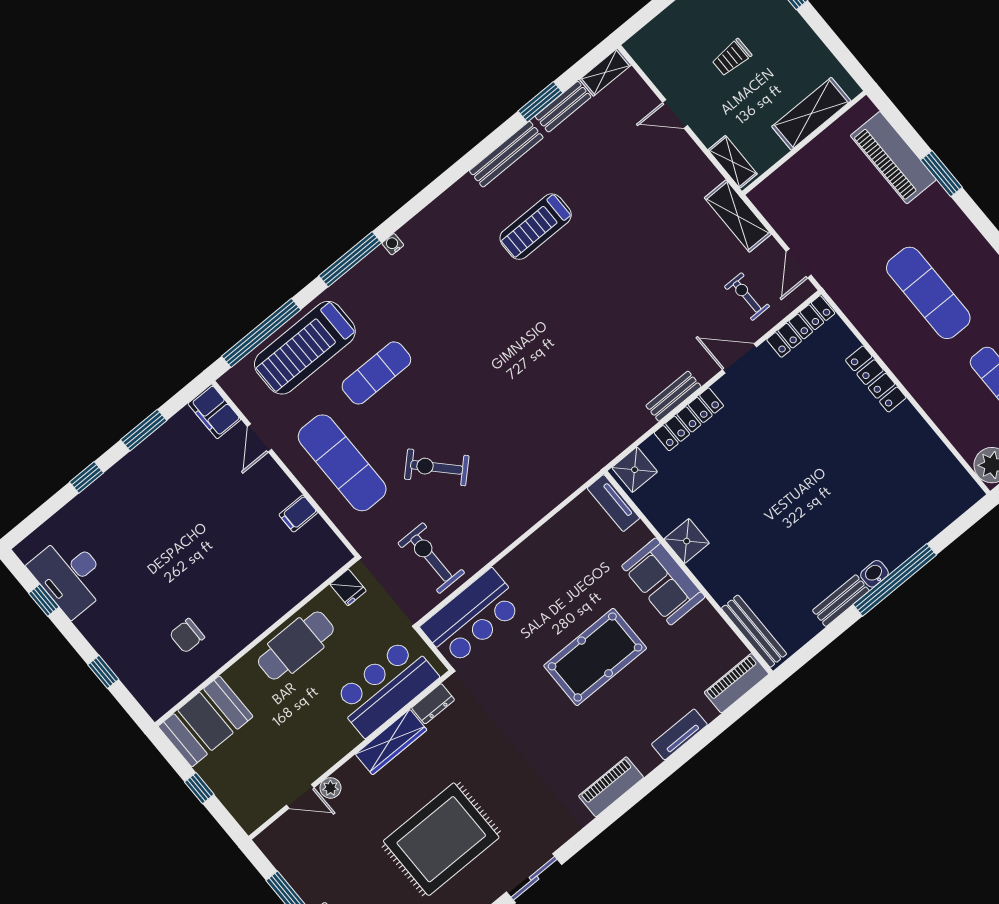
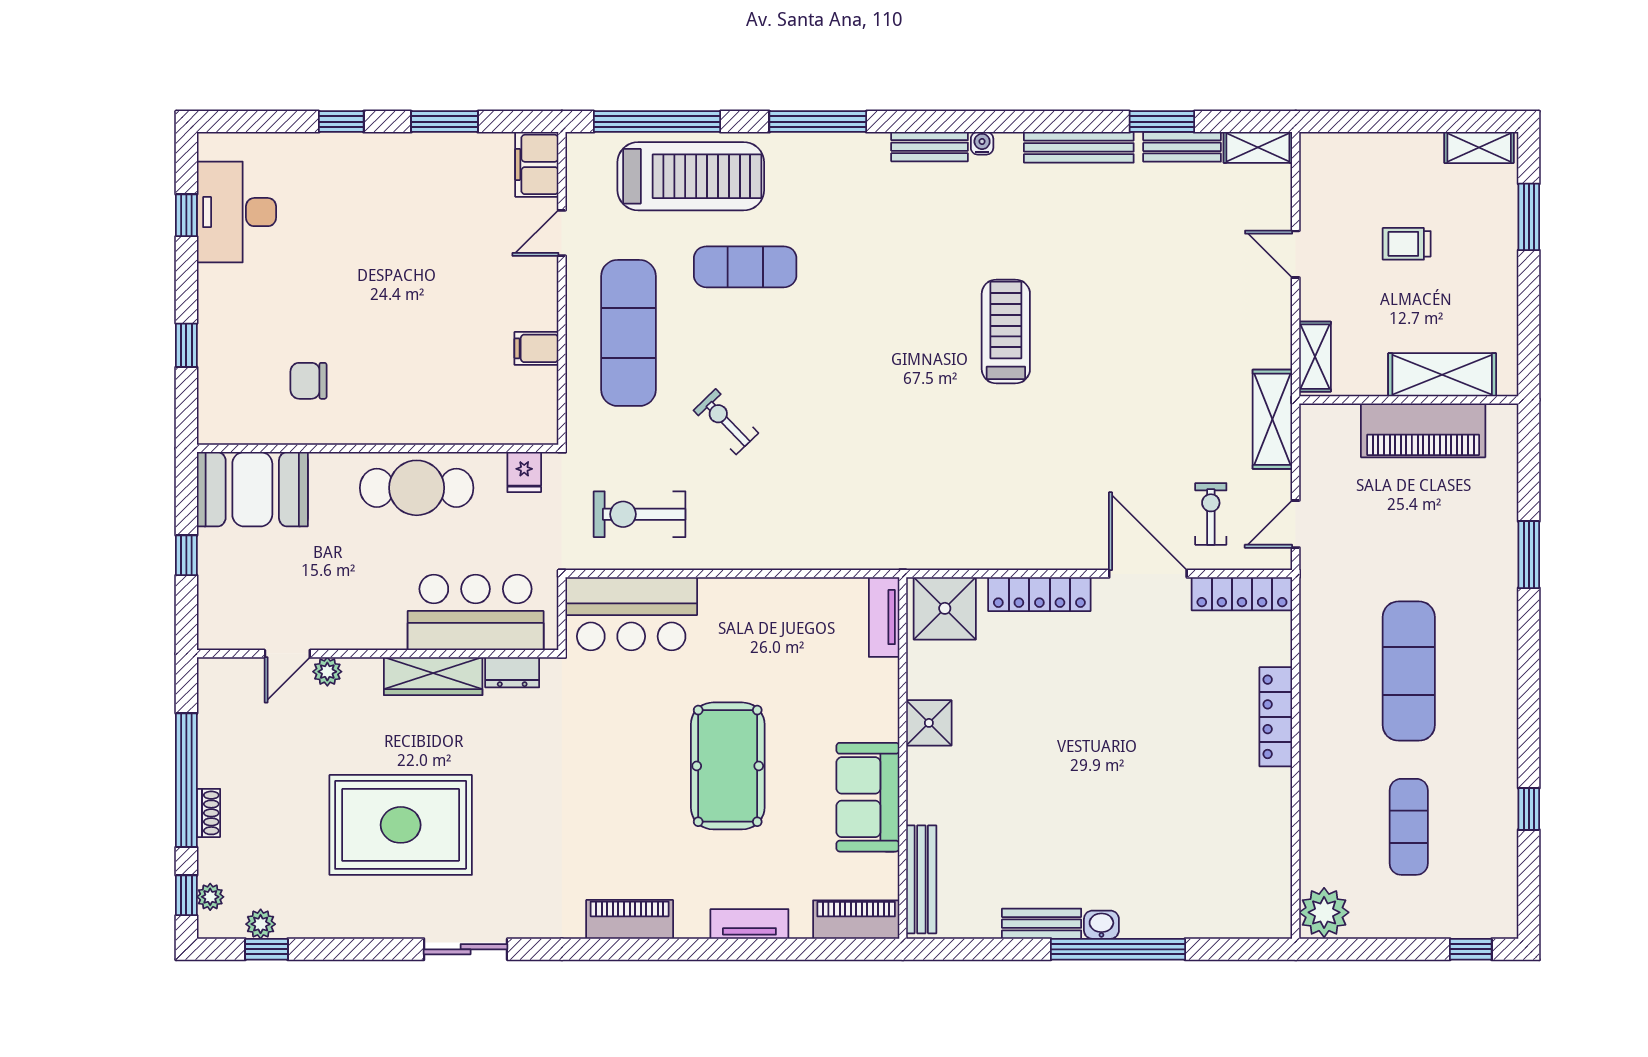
piano: (893, 158) -> (1423, 430), moved, turned -90
treadmill: (536, 227) -> (1006, 331), moved, turned 90
water cooler: (393, 244) -> (982, 143), moved
treadmill: (305, 348) -> (691, 176), turned 180
door: (740, 358) -> (1148, 574), width x1.36
bench: (673, 396) -> (930, 147), moved
exercise bike: (437, 467) -> (726, 422), width x0.73, depth x0.72
shower: (635, 470) -> (945, 608), width x1.36, depth x1.36
exercise bike: (431, 558) -> (640, 514), turned -90
sofa: (663, 582) -> (868, 797), moved
pool table: (595, 657) -> (728, 766), turned 90
door: (300, 796) -> (287, 654), hinge flipped

